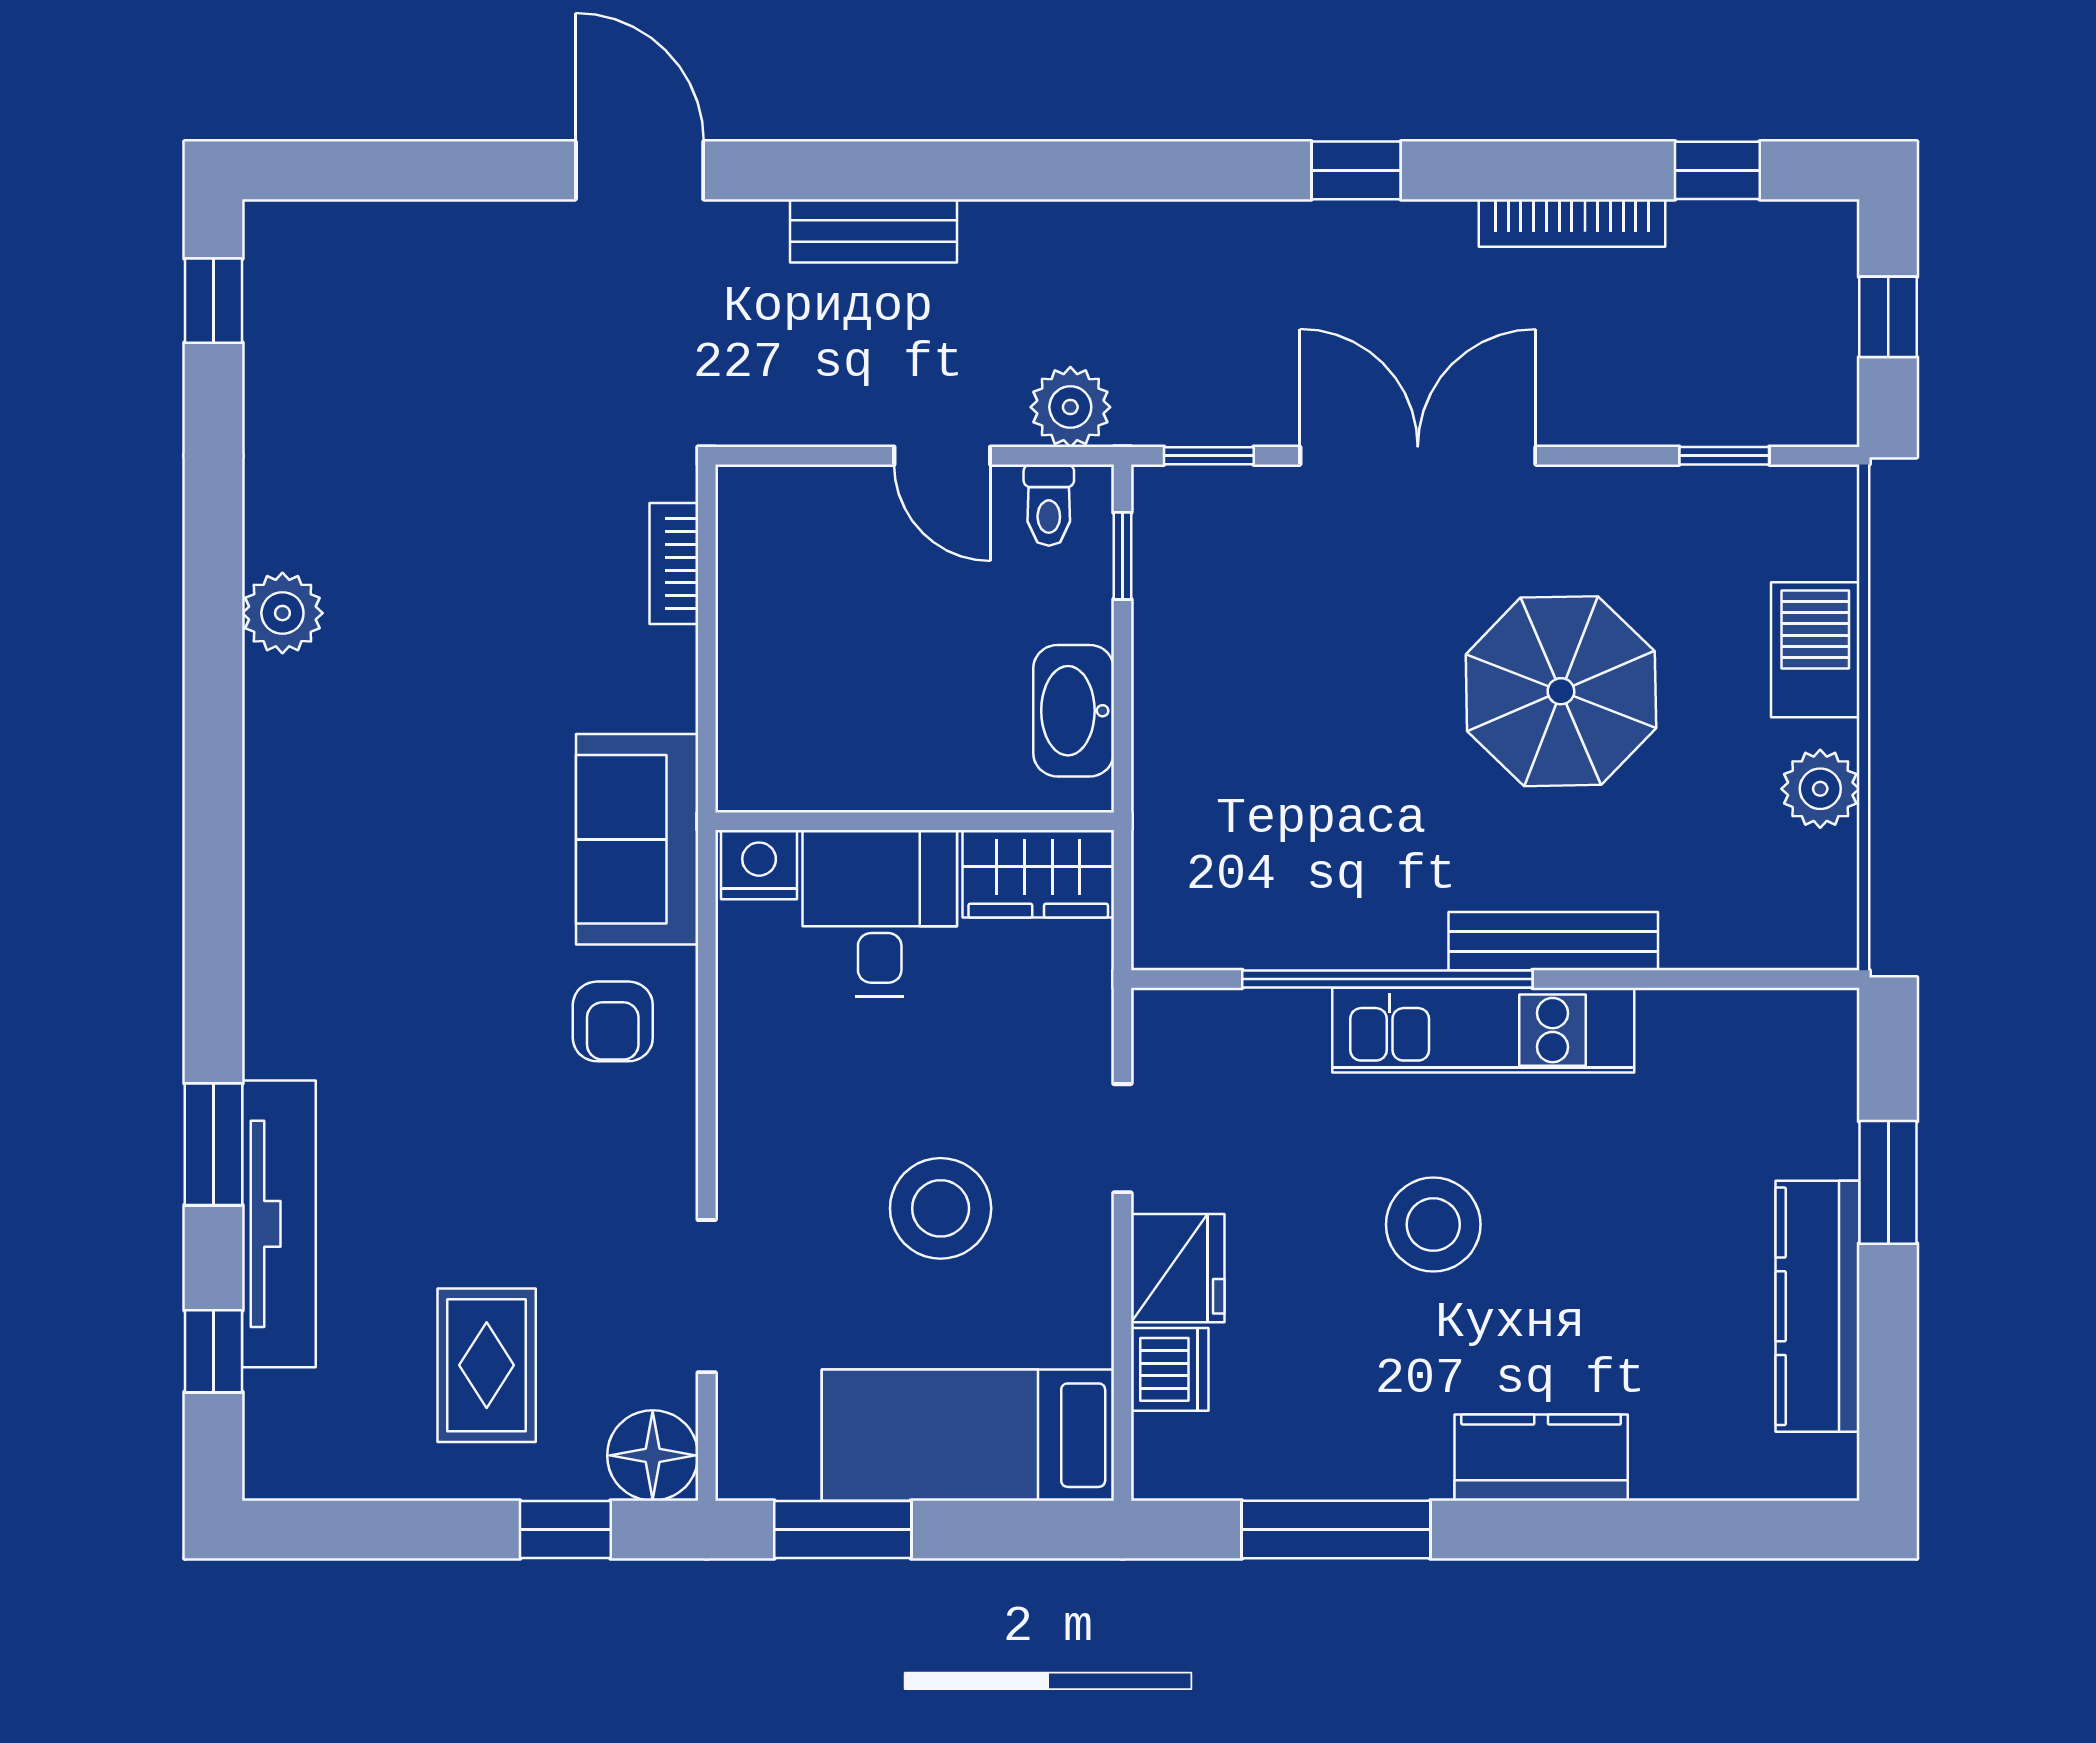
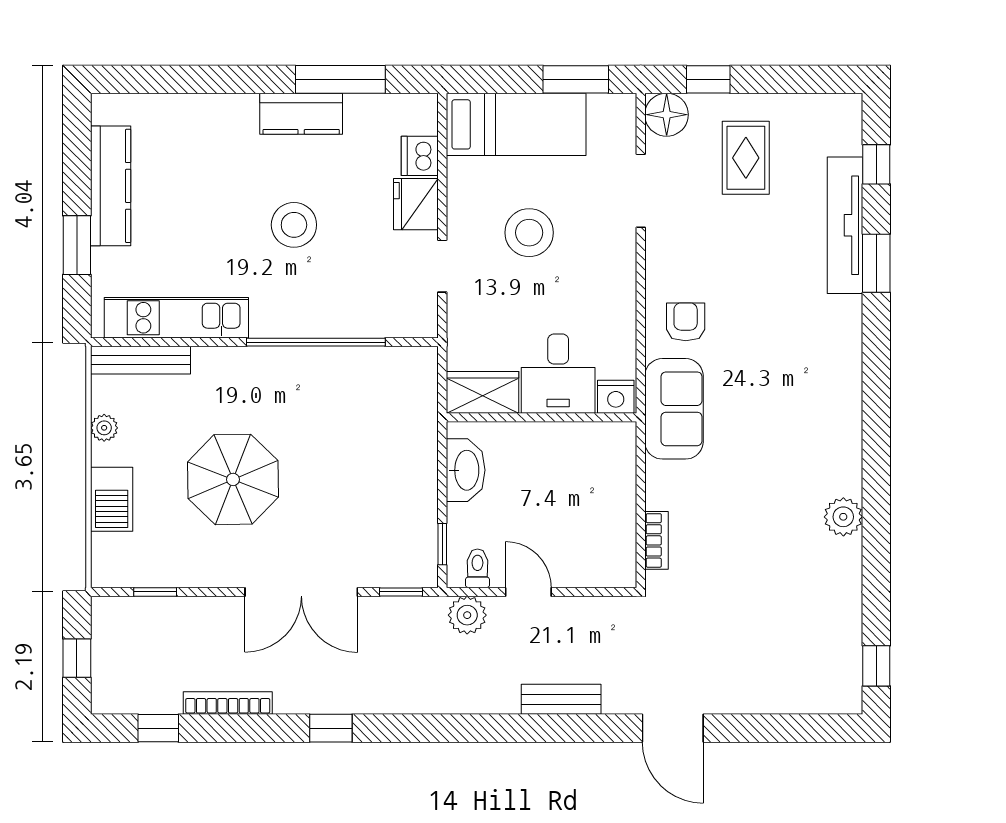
plant: (1820, 789) -> (104, 428), width x0.73, depth x0.73
bench: (1553, 941) -> (140, 360), moved
kitchen unit: (1483, 1030) -> (176, 318), moved
kitchen counter: (1541, 1458) -> (301, 114), moved

